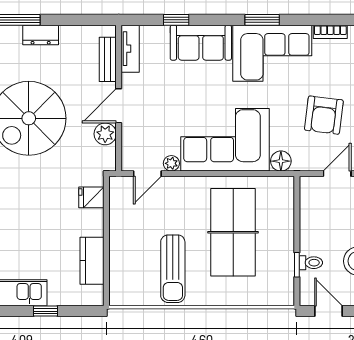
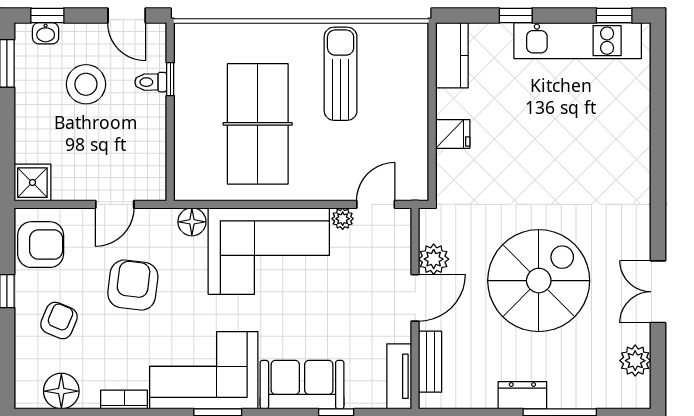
fridge: (91, 197) -> (453, 134), moved
kitchen counter: (92, 261) -> (452, 55), moved

